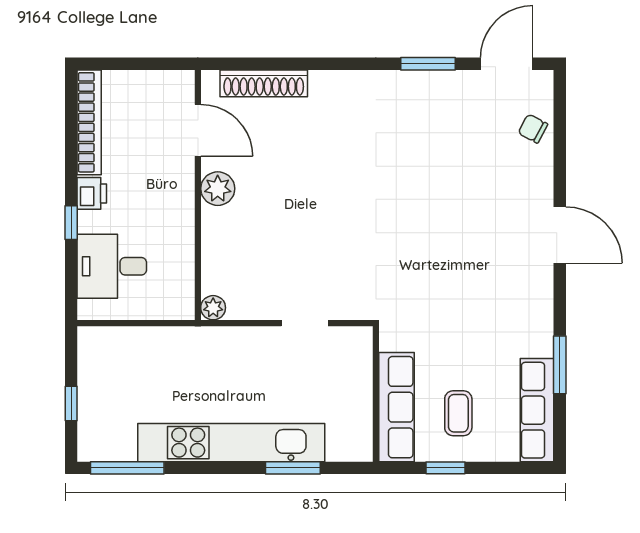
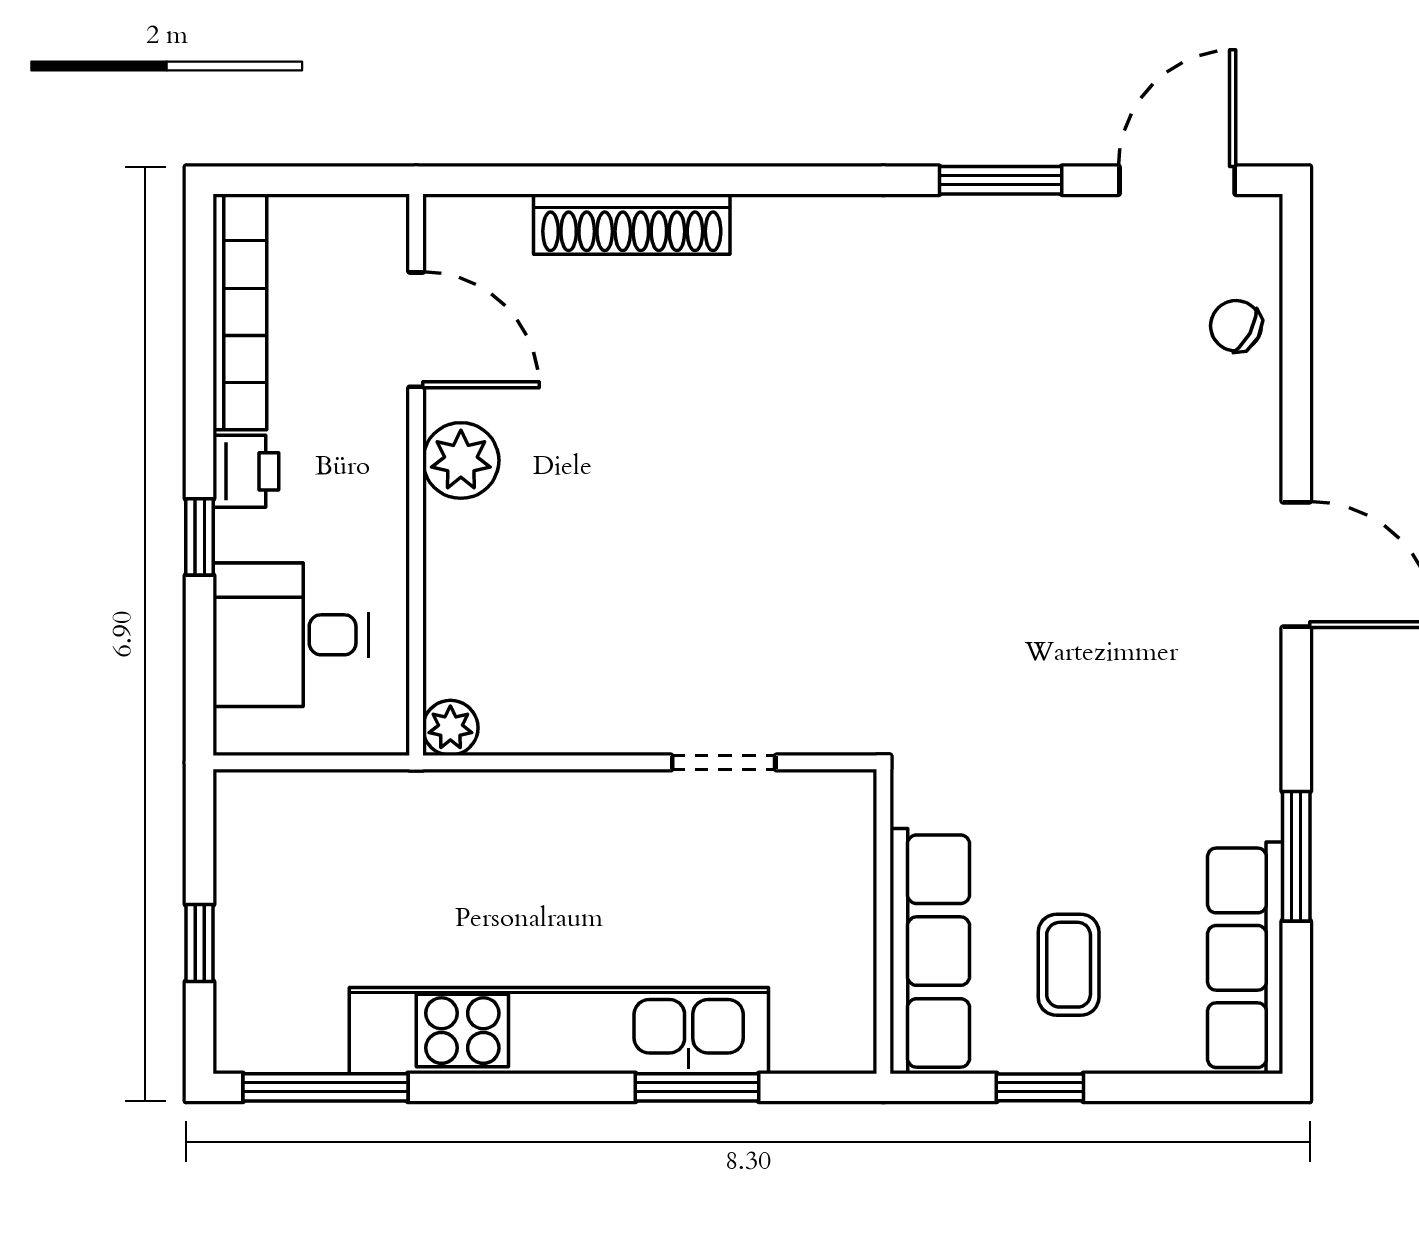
door: (198, 130) -> (416, 330), moved
plant: (218, 189) -> (461, 460), moved
wall: (198, 195) -> (416, 475), moved
plant: (213, 308) -> (450, 728), moved

